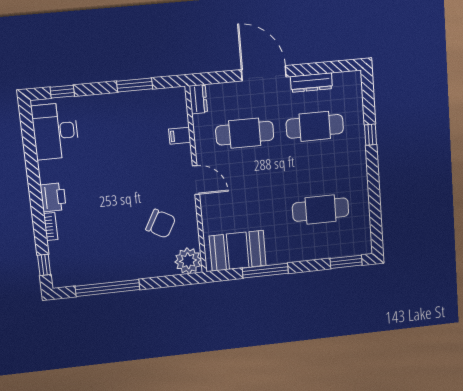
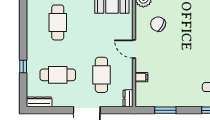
dresser: (311, 83) -> (39, 102), moved
cafe table: (245, 133) -> (101, 75), turned 90
cafe table: (321, 210) -> (58, 22), turned 90

